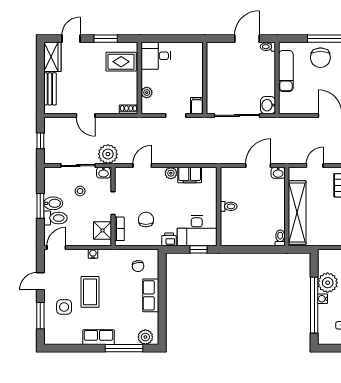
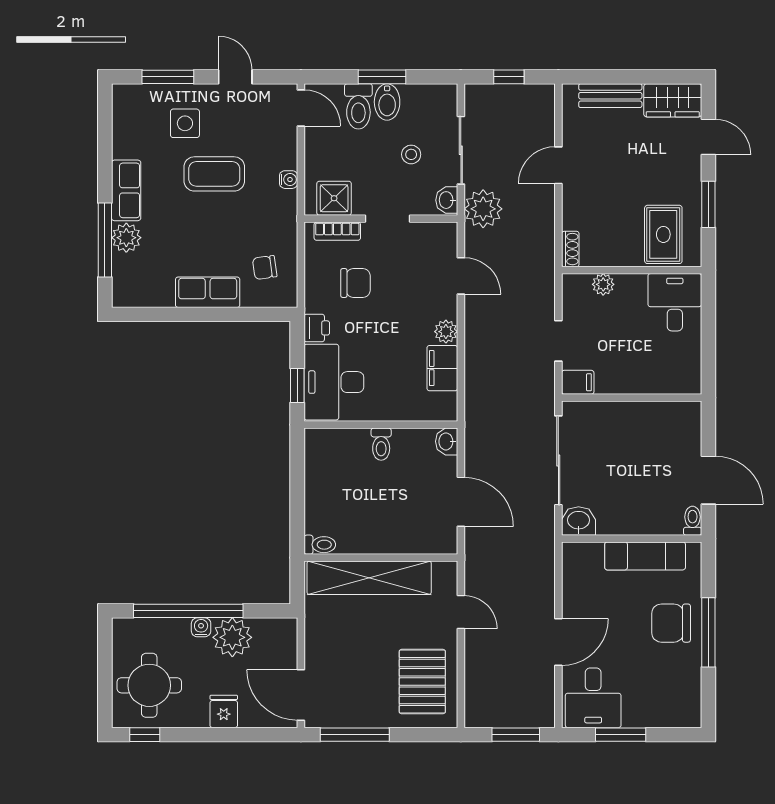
washbasin: (278, 173) -> (447, 441), moved
plant: (145, 337) -> (126, 238), moved

